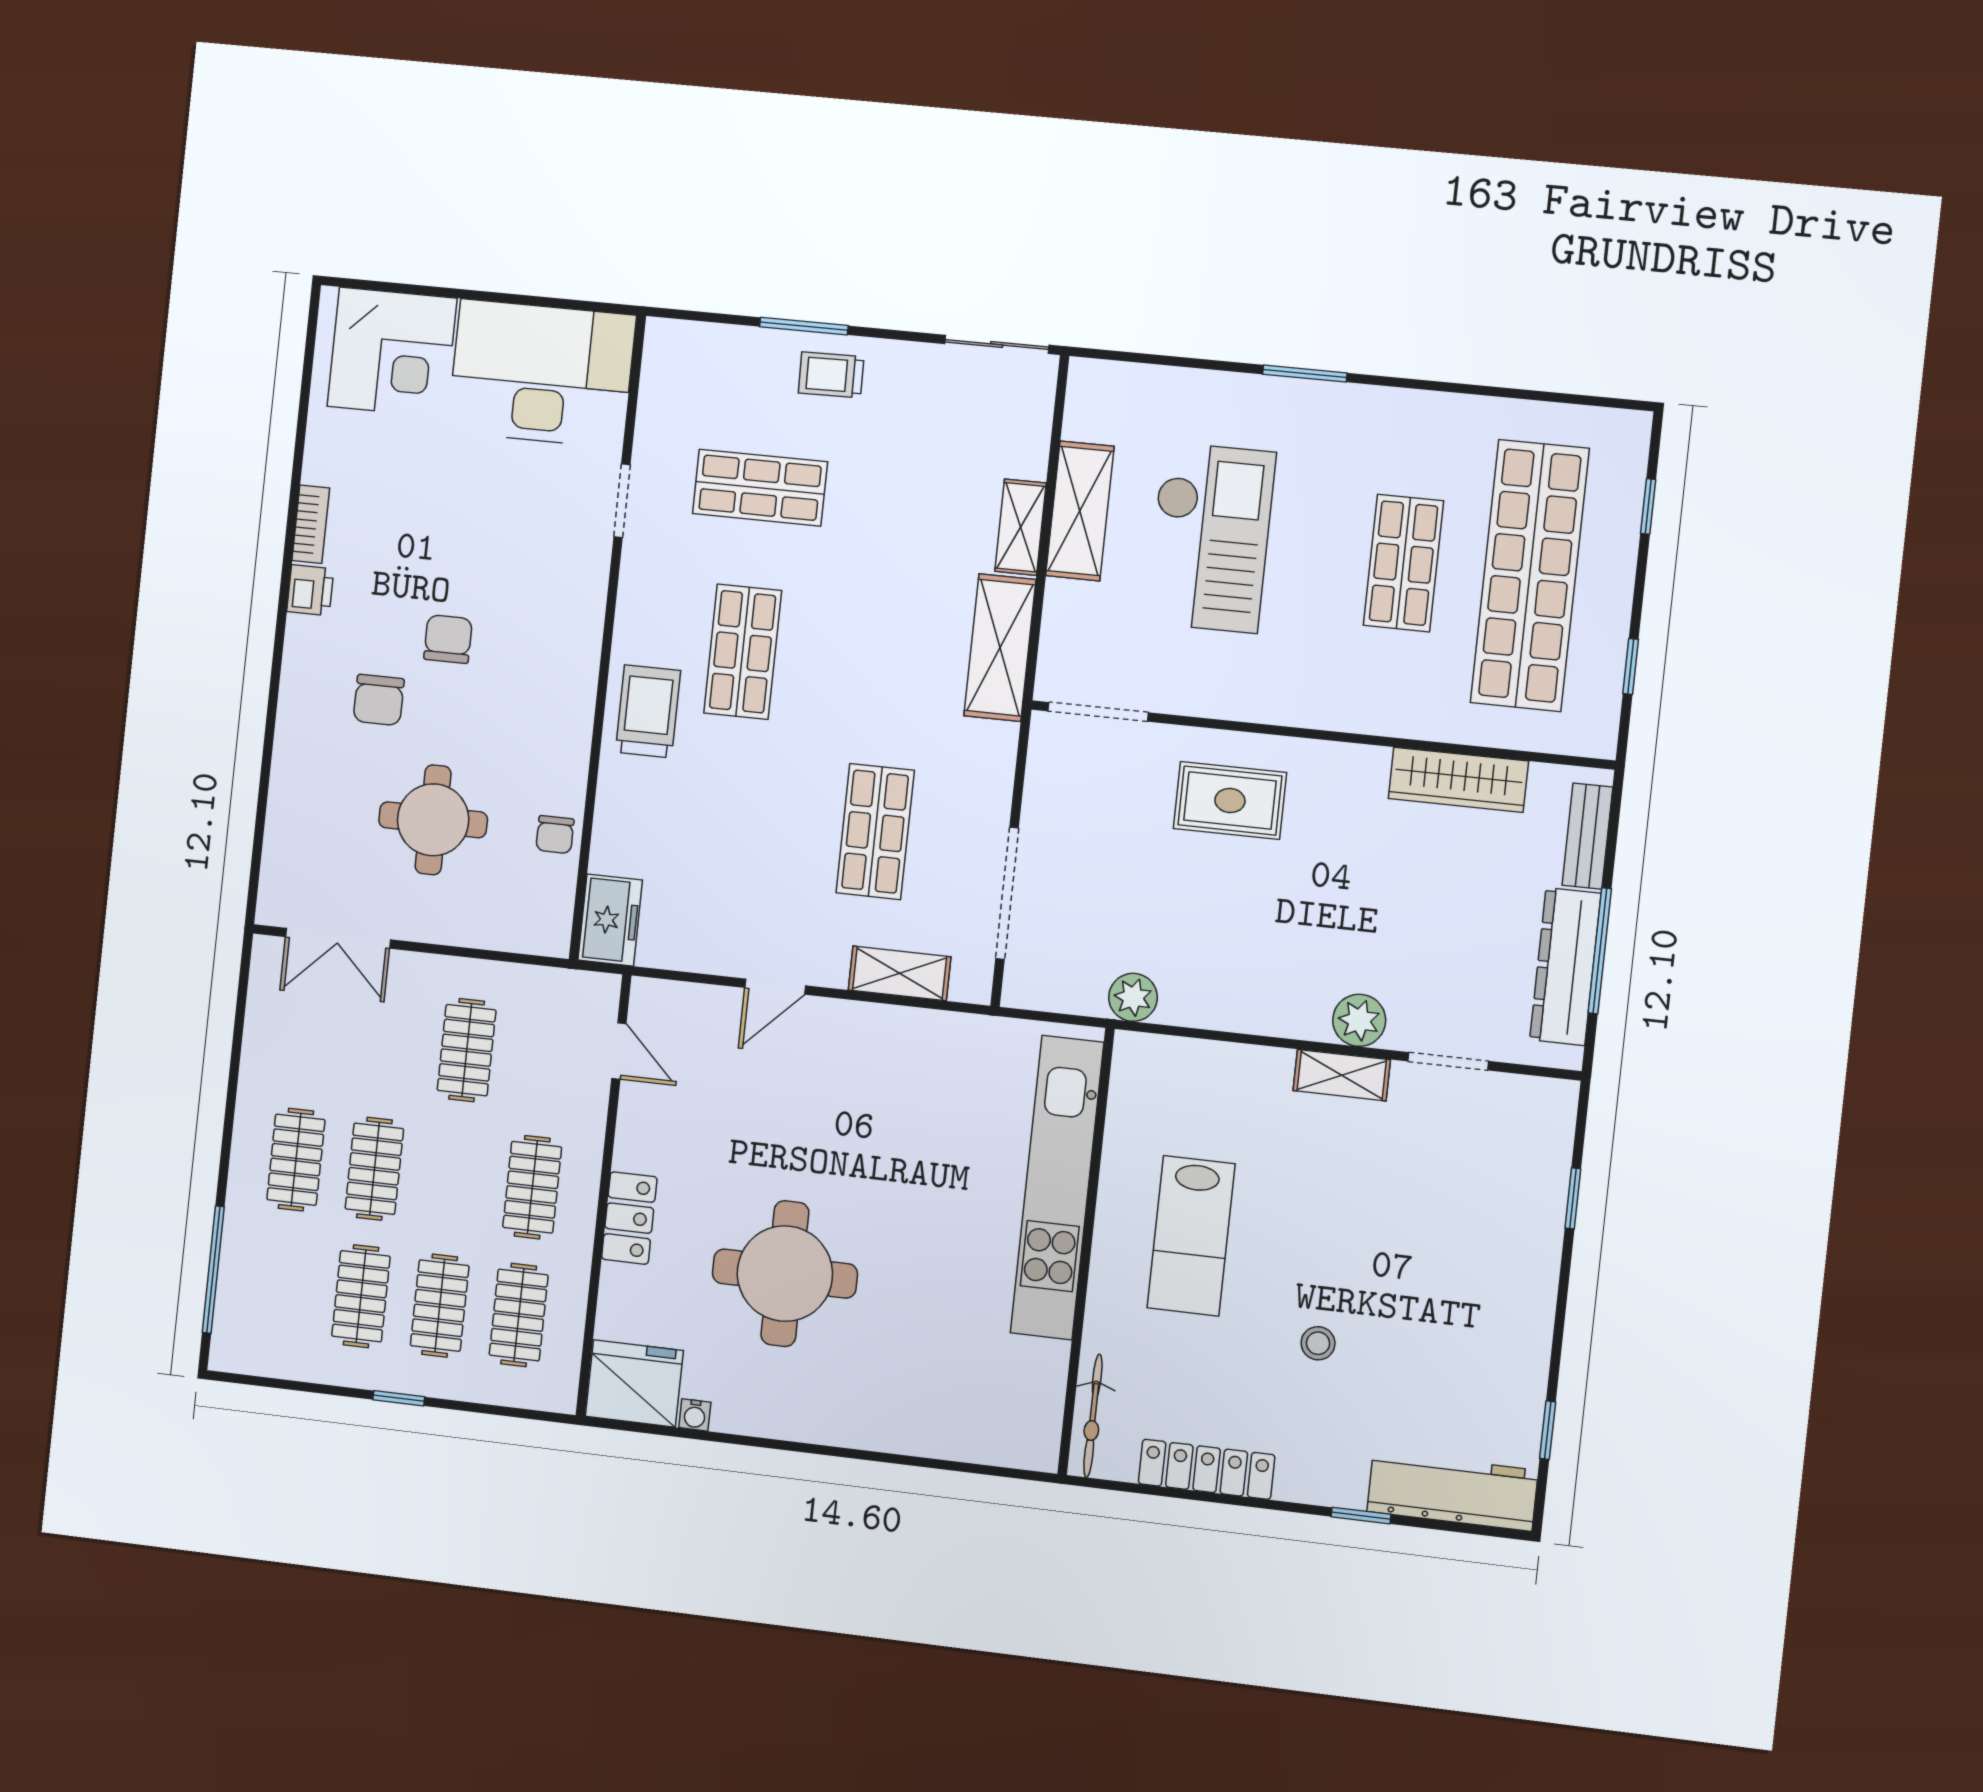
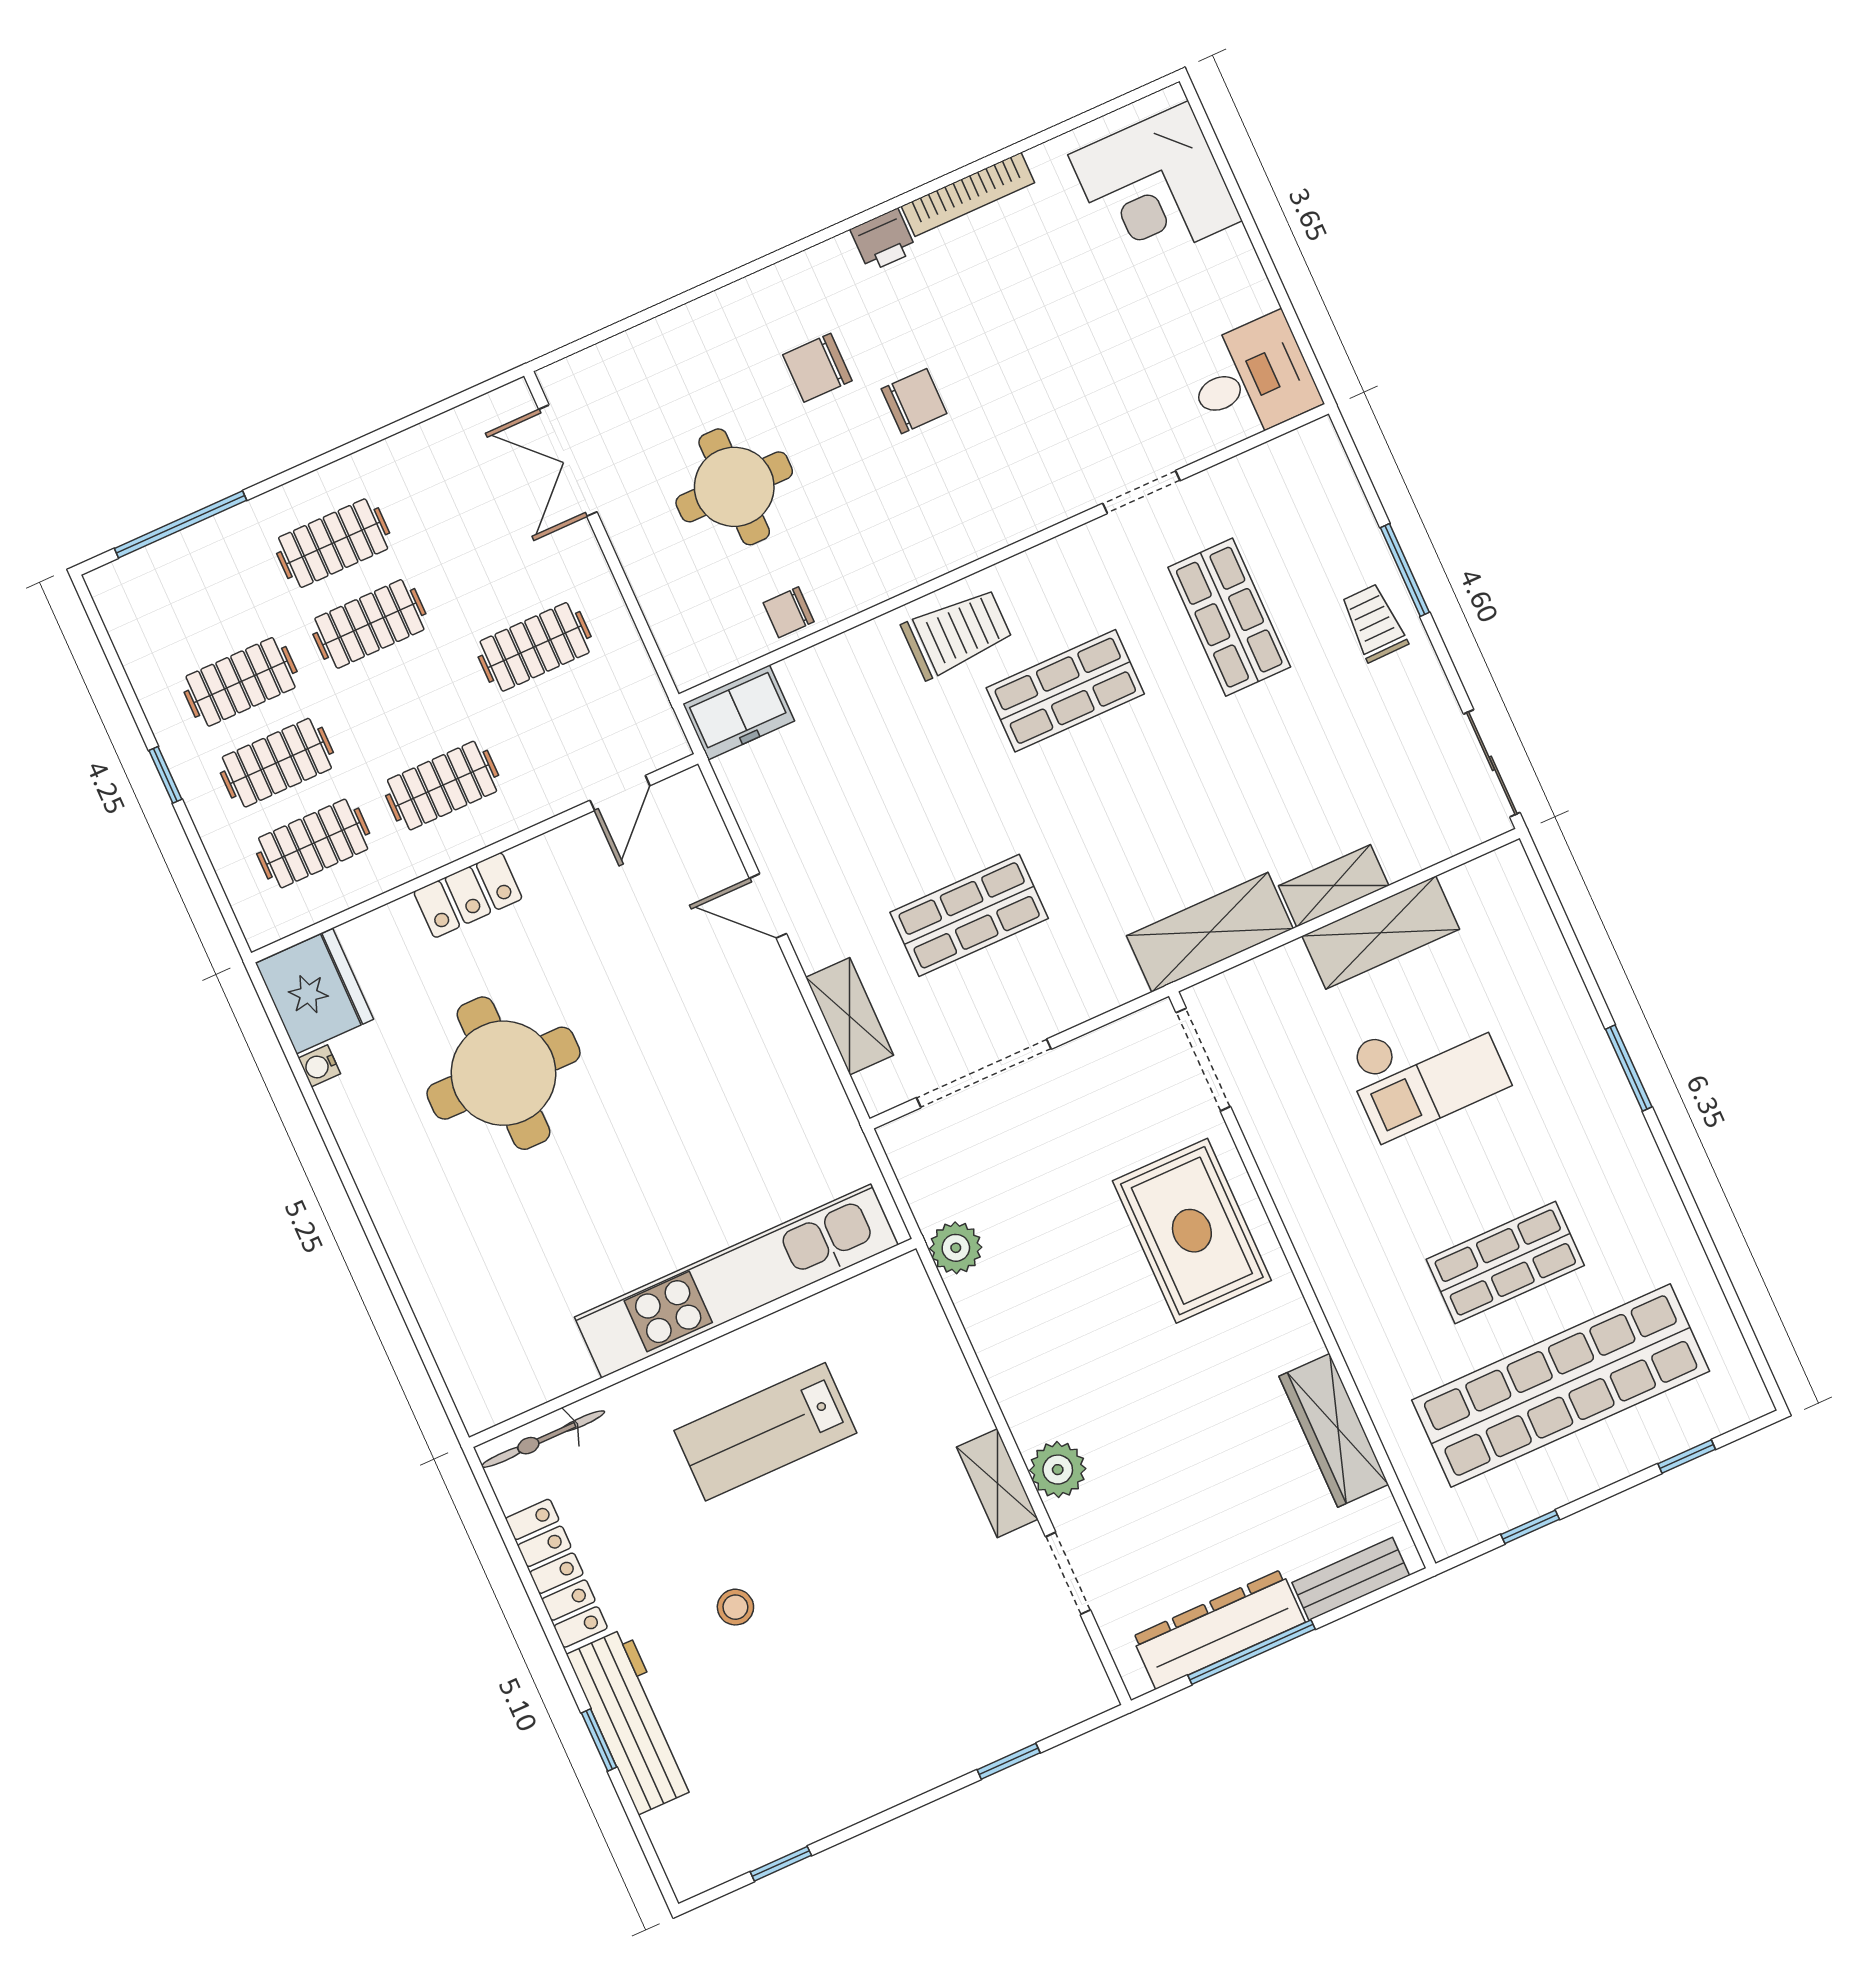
desk: (541, 373) -> (1252, 379), width x0.53, depth x0.77
bookcase: (311, 524) -> (968, 194), width x1.56
checkout: (1210, 538) -> (1426, 1069), width x0.73, depth x0.83
rug: (1230, 800) -> (1192, 1231), width x1.36, depth x1.43
workbench: (1452, 1491) -> (632, 1721), moved

